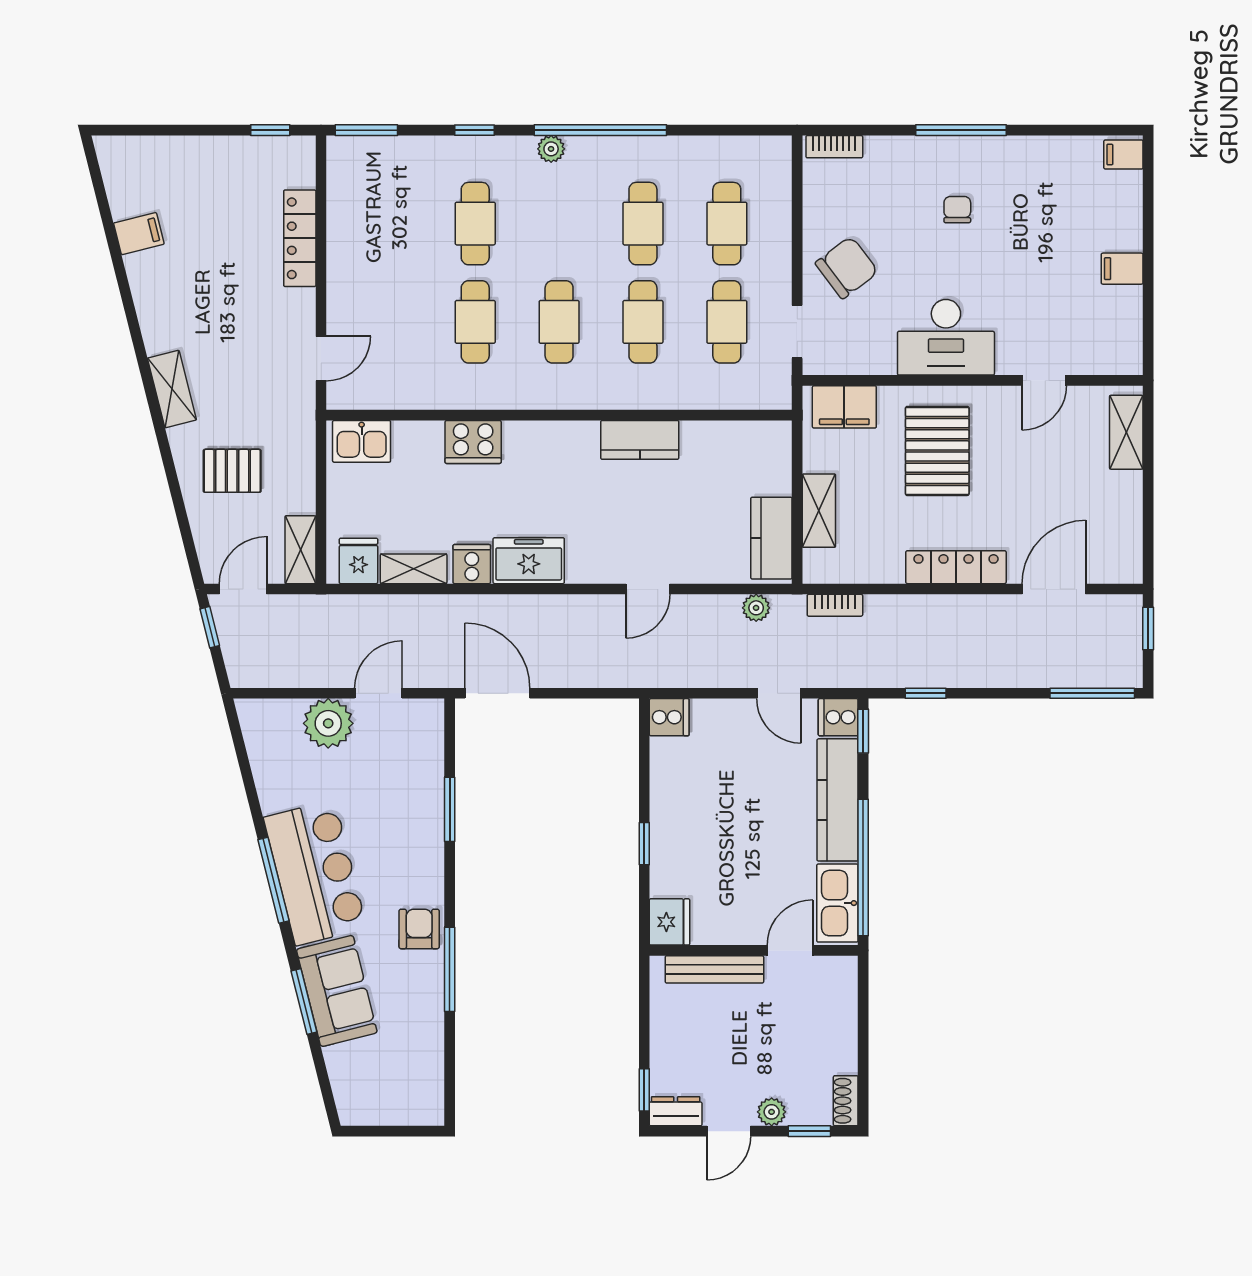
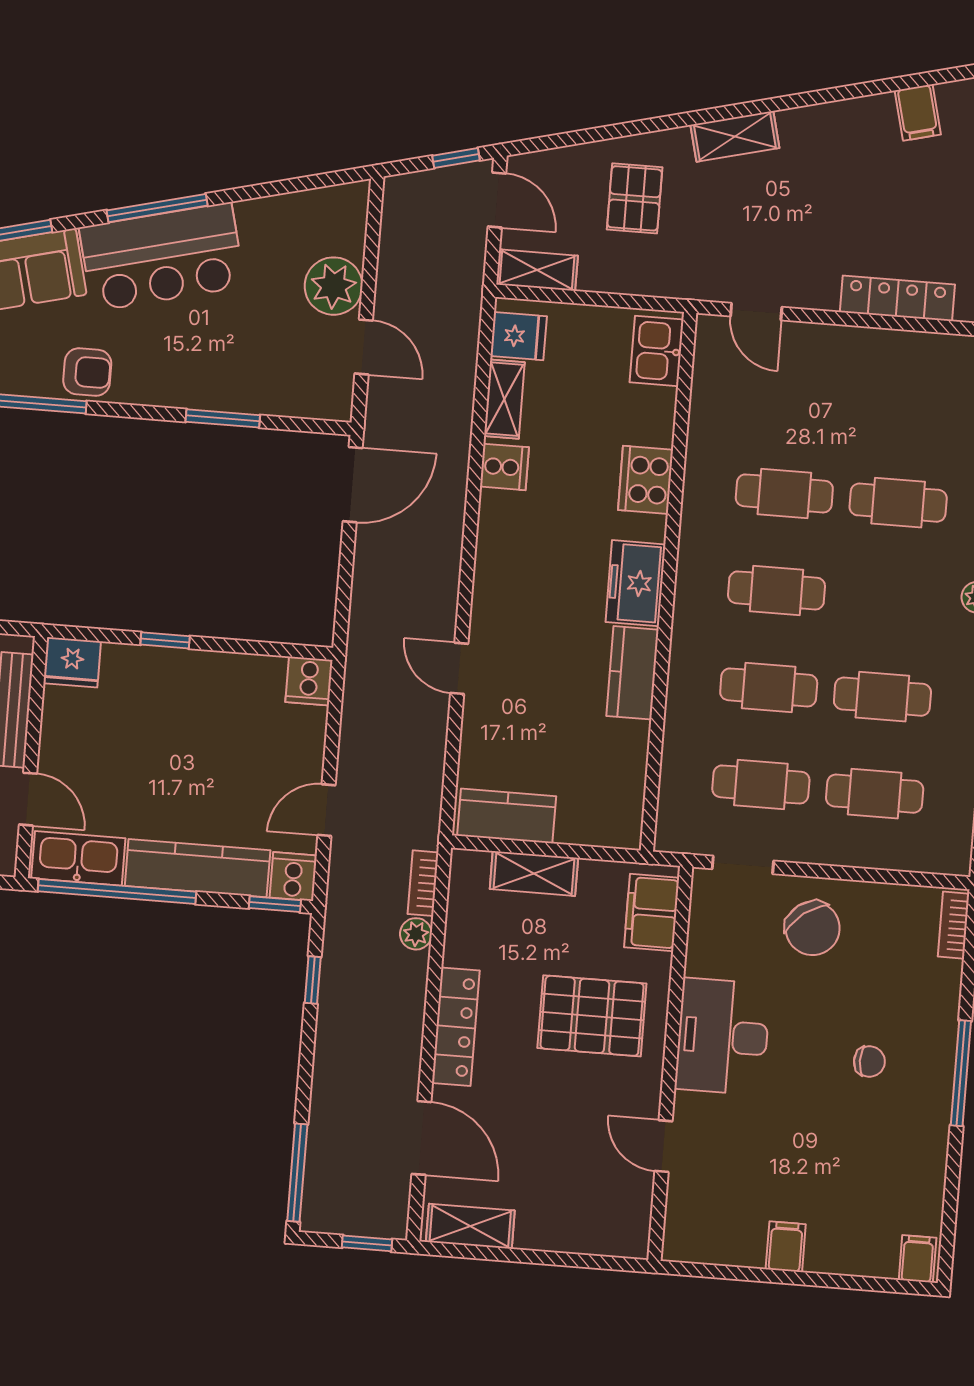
shelving: (1126, 432) -> (470, 1226), moved
freezer: (529, 561) -> (636, 583), moved, turned 180
plant: (756, 608) -> (416, 934), moved

